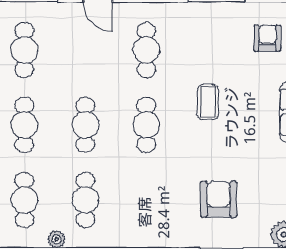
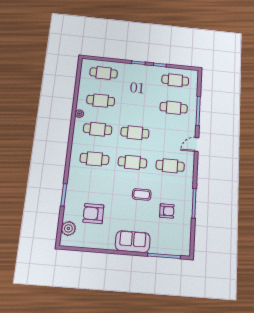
armchair: (267, 38) -> (167, 211), moved
cafe table: (24, 125) -> (94, 159), moved
armchair: (218, 199) -> (93, 214), moved, turned 180

